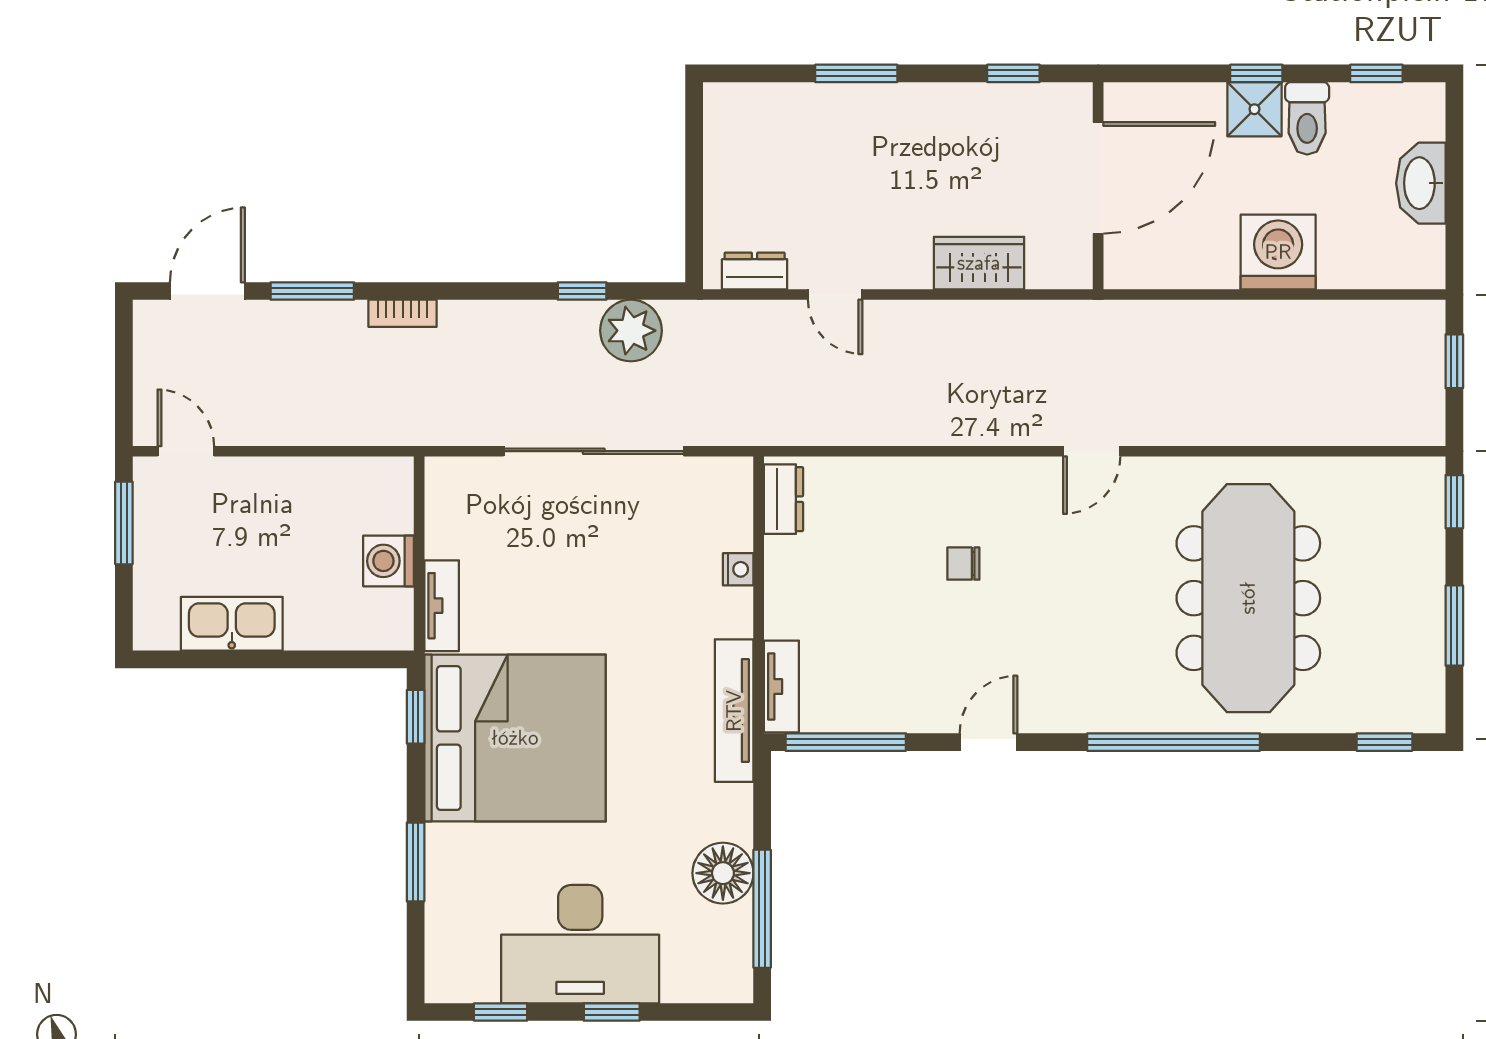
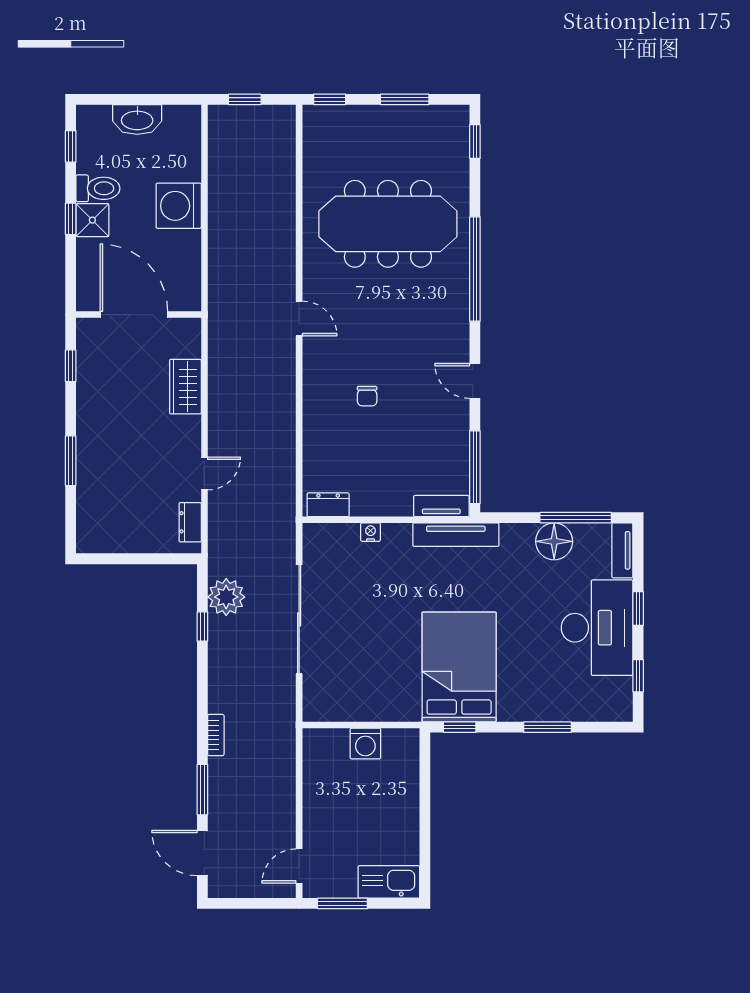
tv unit: (442, 606) -> (622, 550), moved, turned -90
kitchen sink: (232, 624) -> (389, 882), moved, turned 90
bed: (515, 738) -> (459, 667), width x0.73

